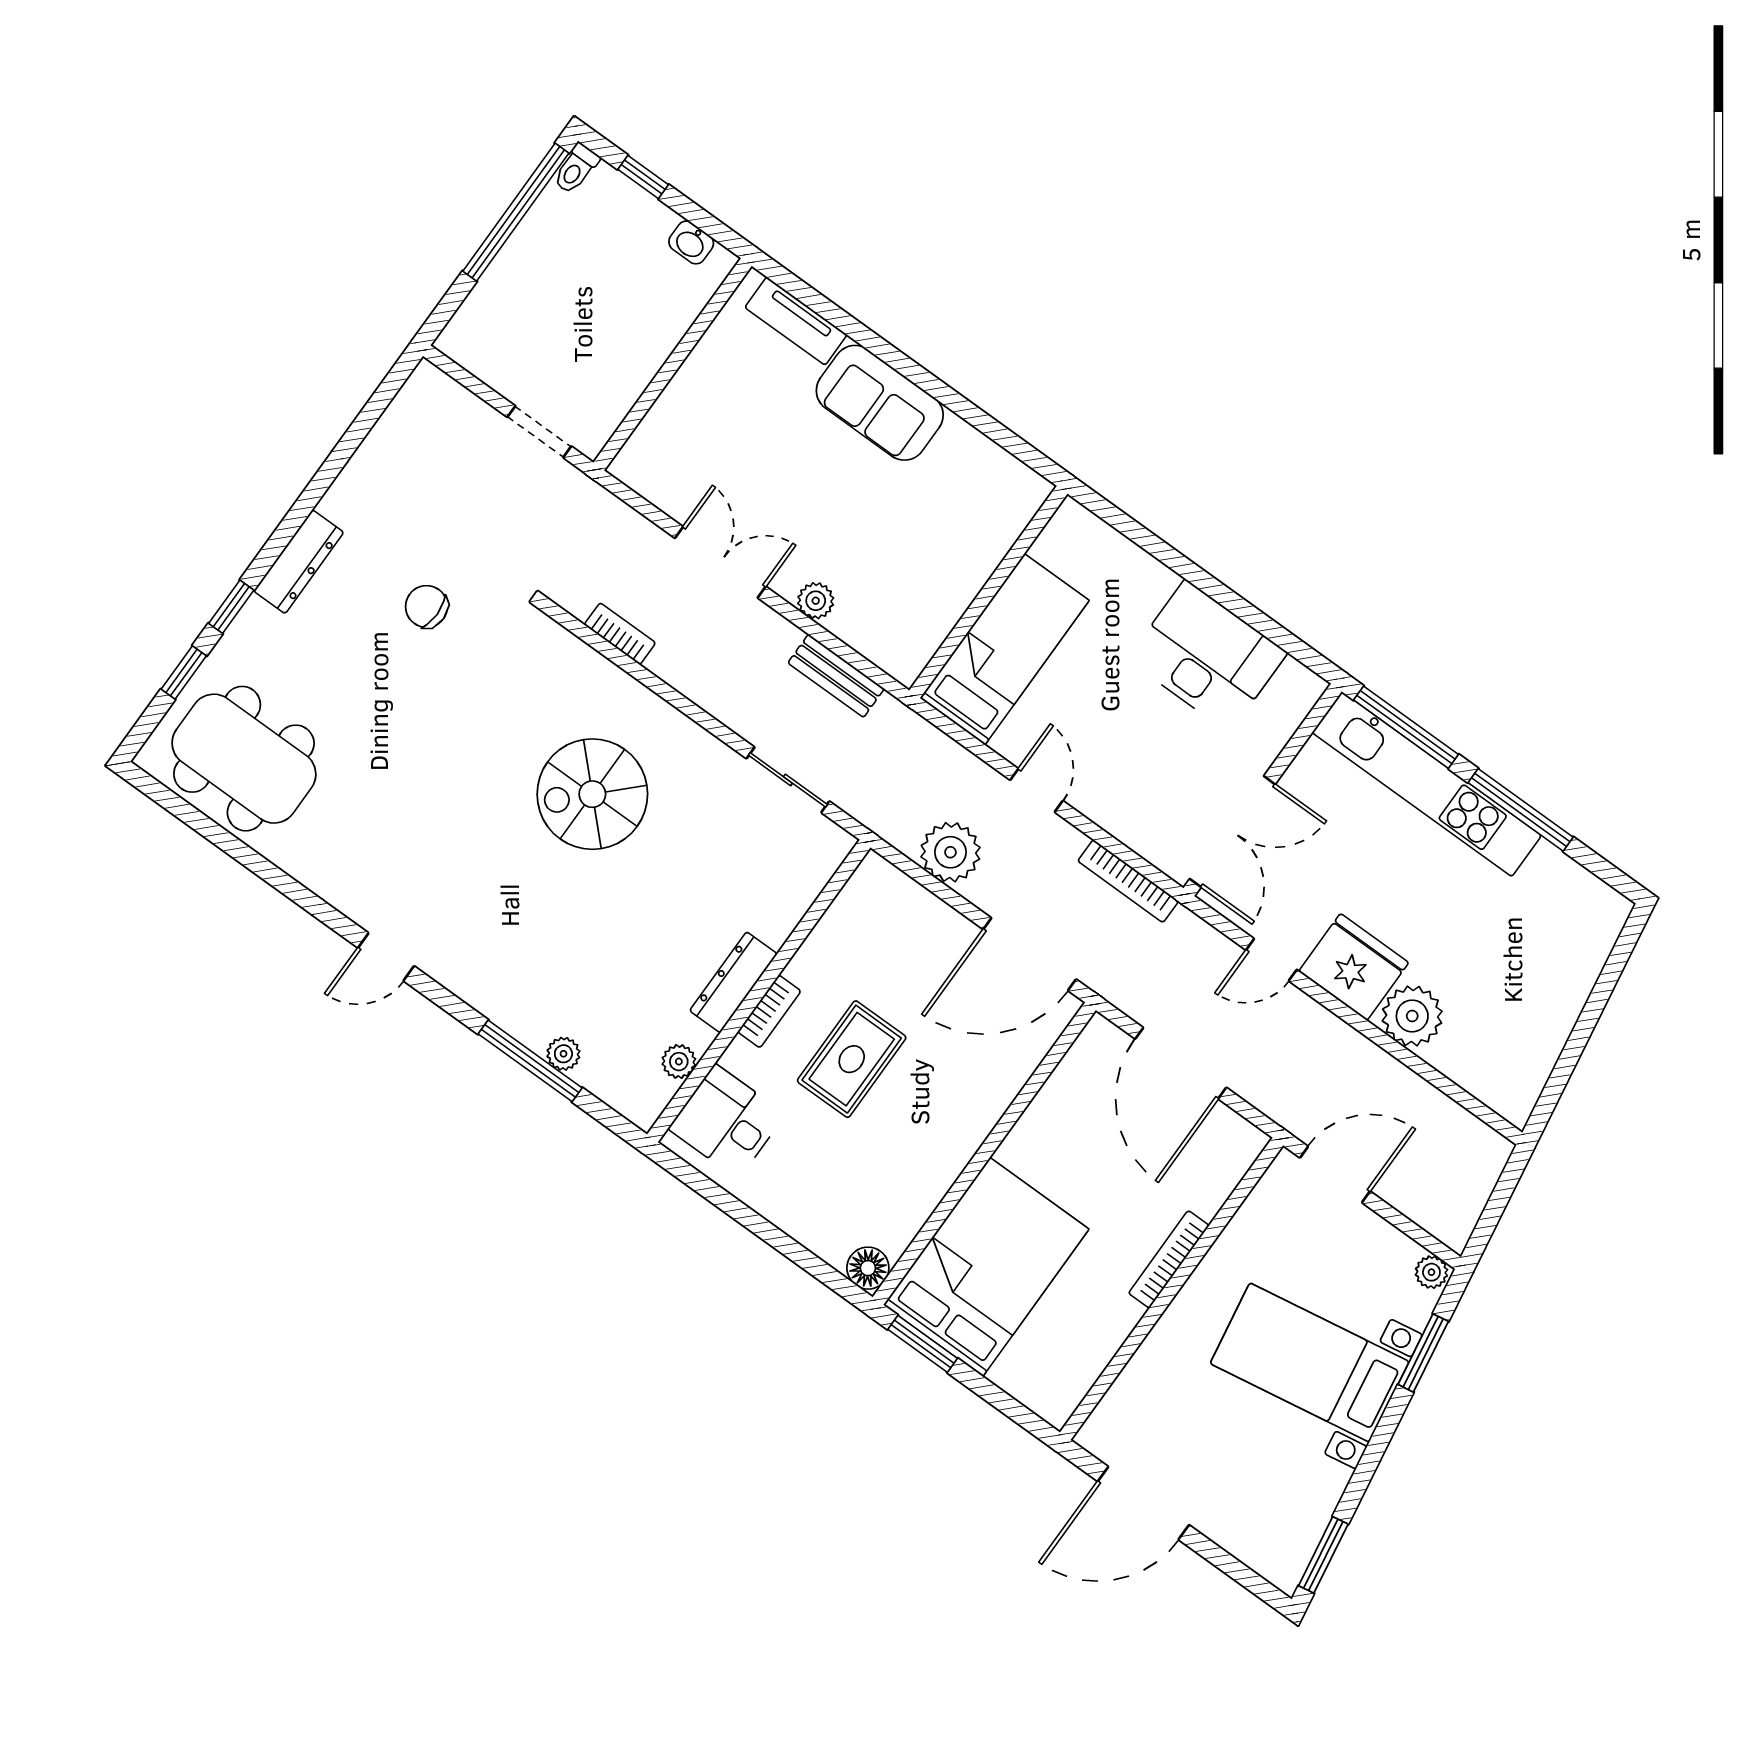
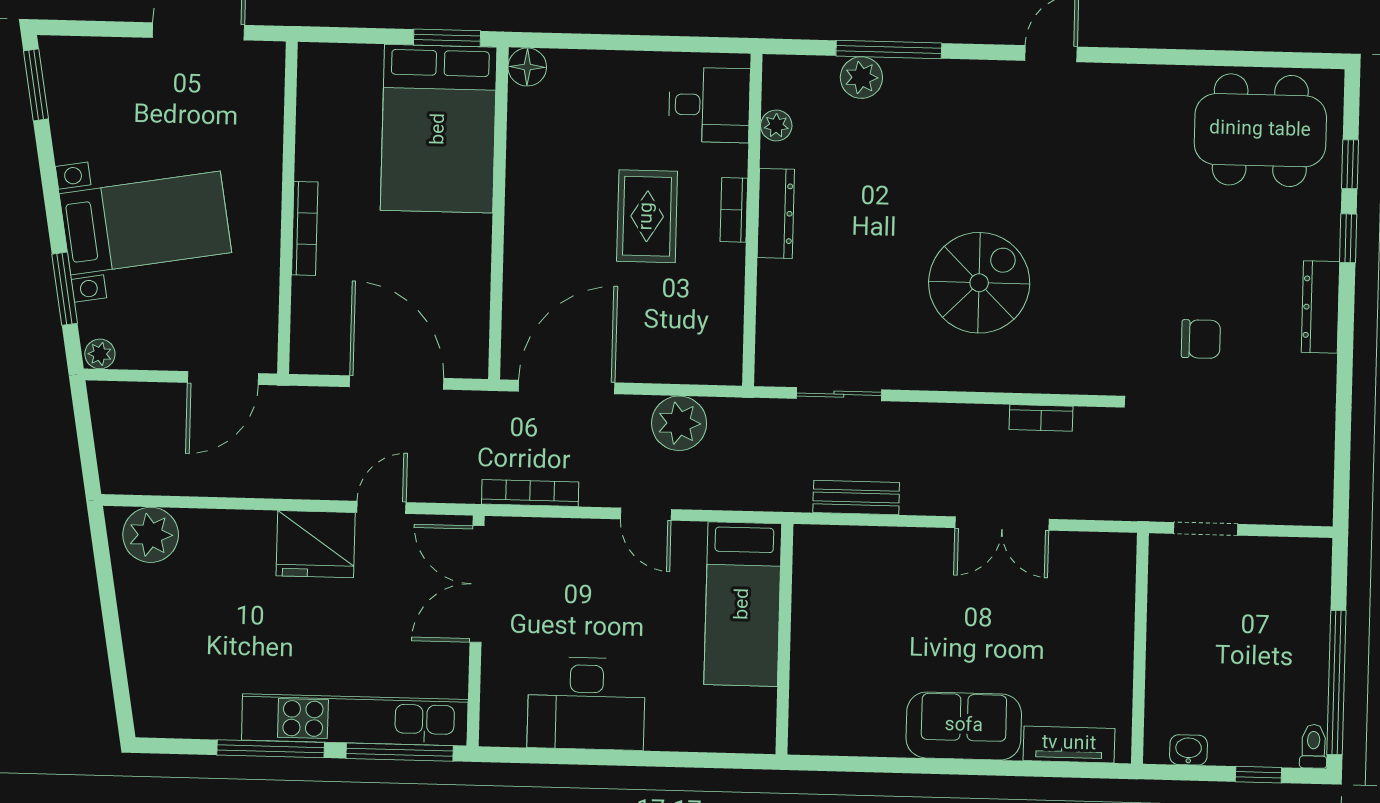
plant: (816, 601) -> (910, 544), removed
plant: (1412, 1016) -> (151, 535), moved
plant: (563, 1054) -> (861, 78), width x1.38, depth x1.38

